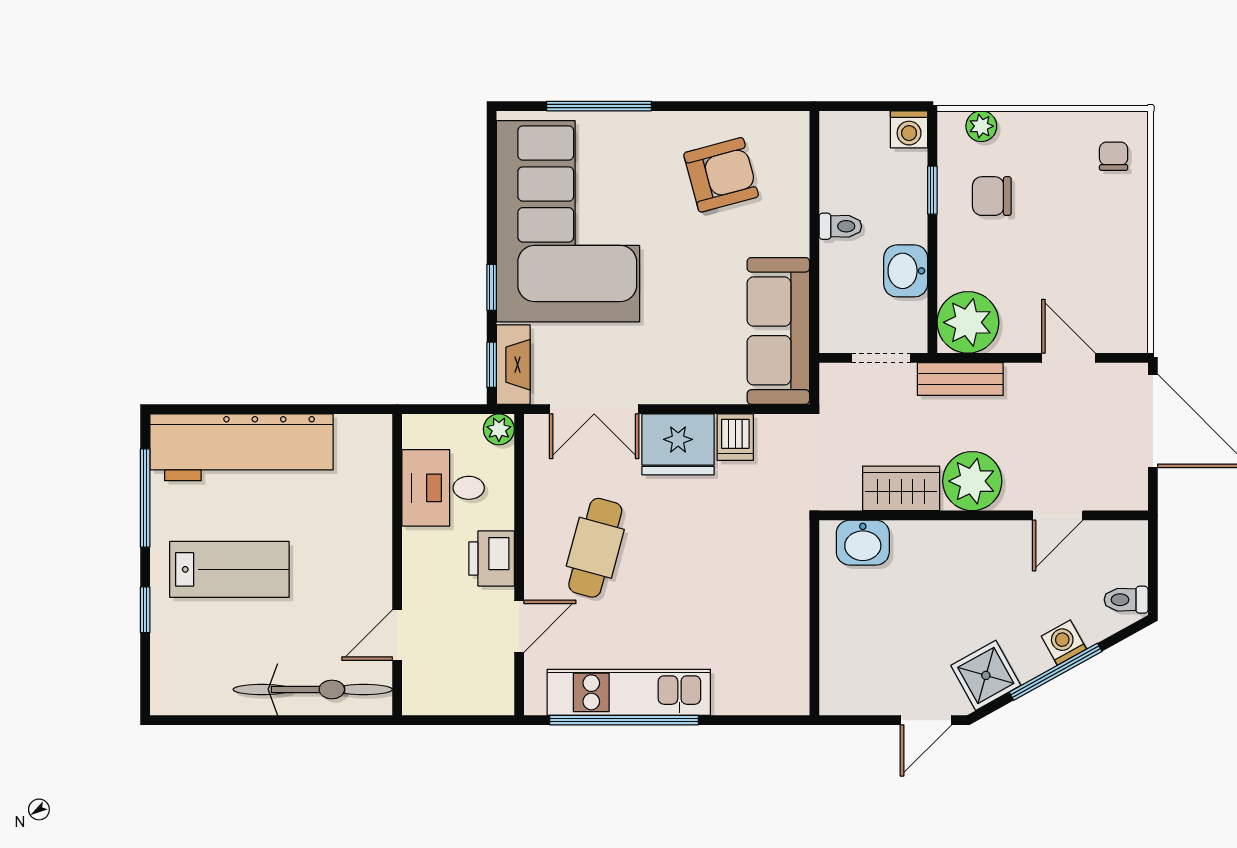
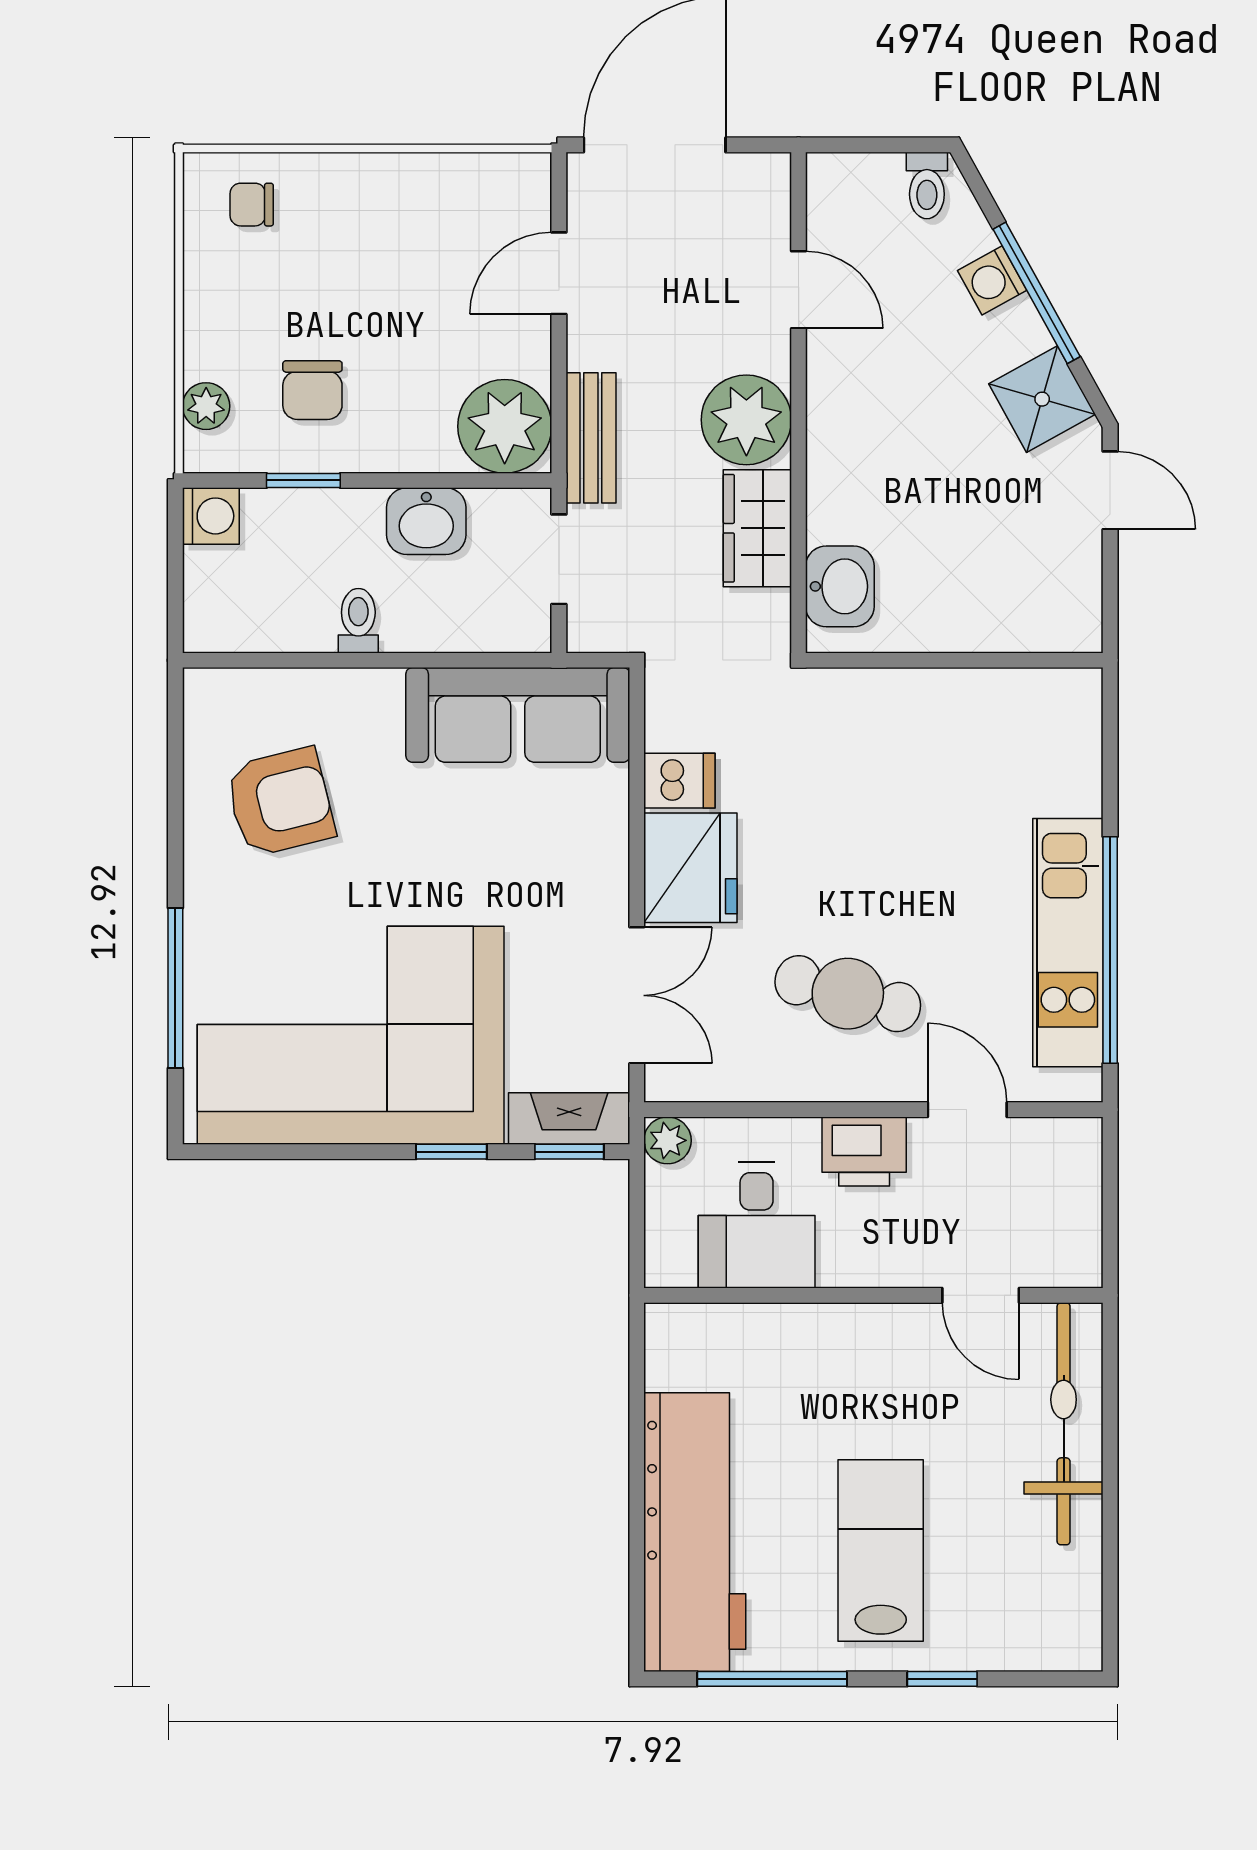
armchair: (721, 175) -> (280, 802), turned 91

